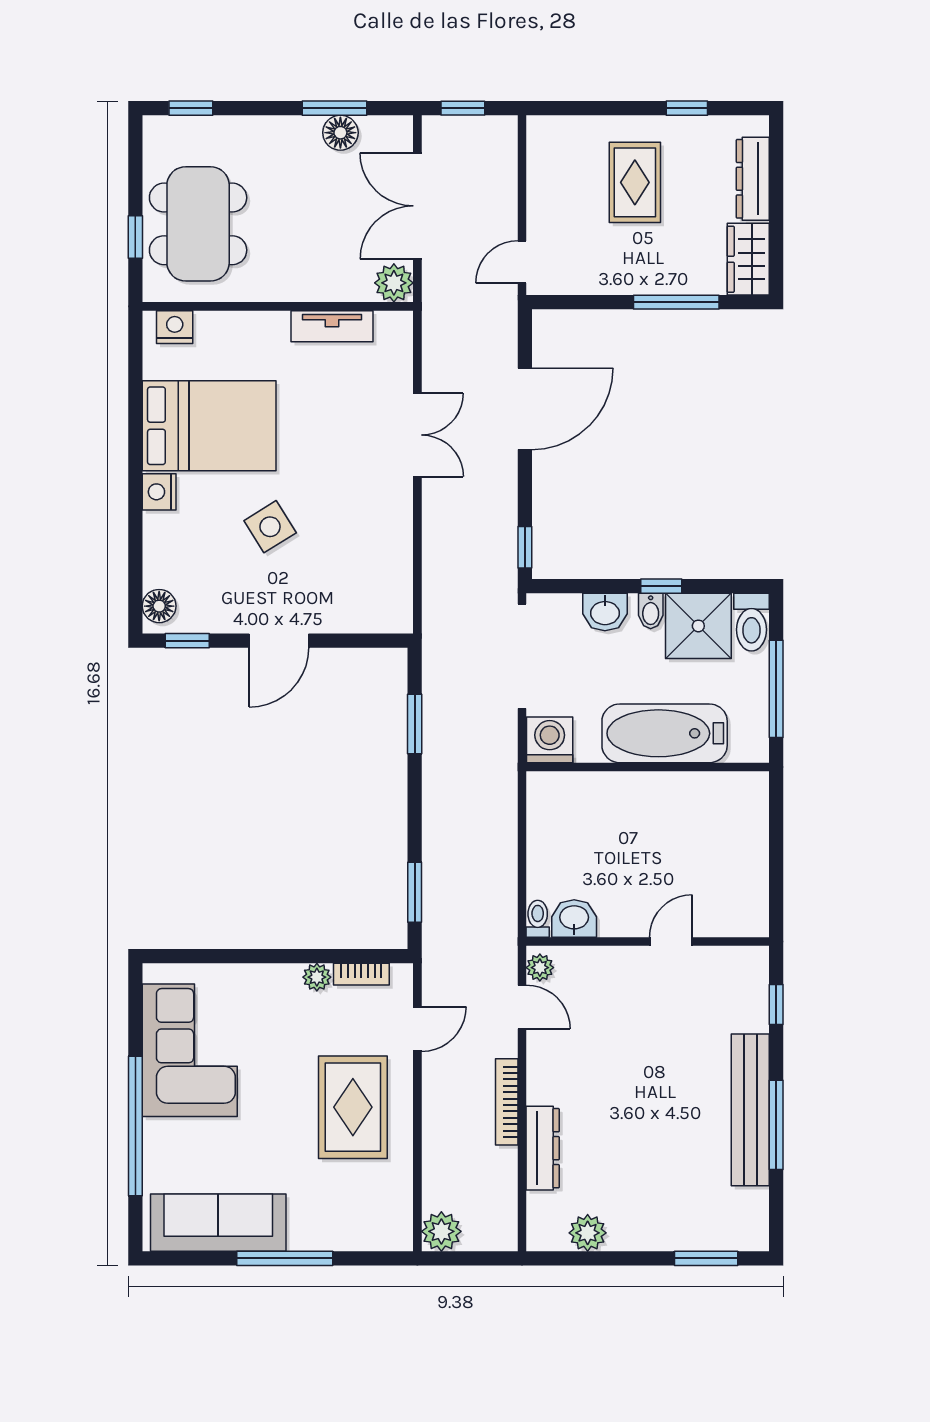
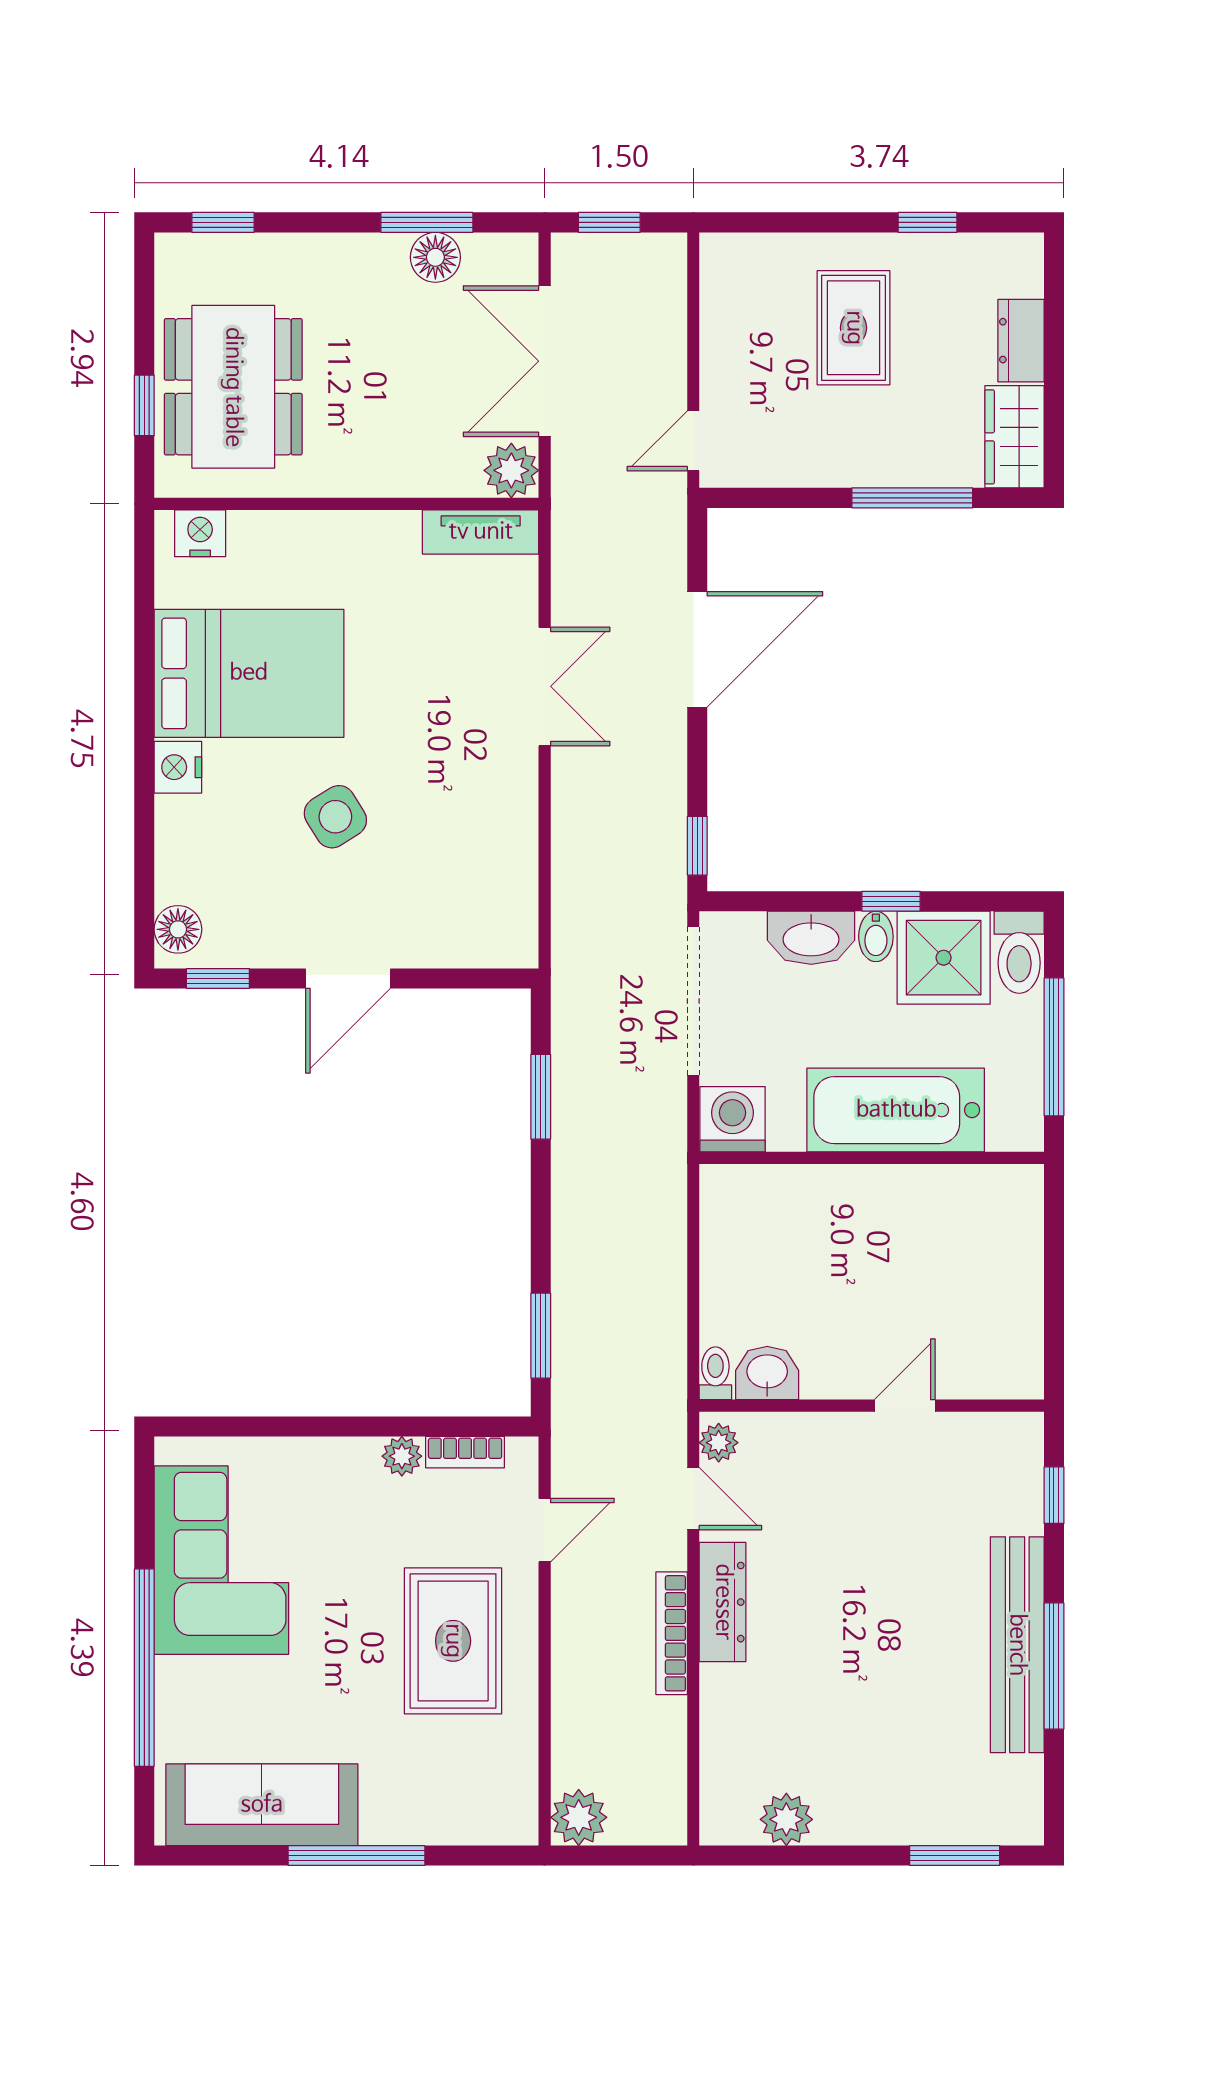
dresser: (753, 179) -> (1021, 341), width x0.70
tv unit: (332, 326) -> (481, 532), moved
washbasin: (605, 612) -> (811, 938), width x1.38
dresser: (543, 1148) -> (723, 1602), moved

